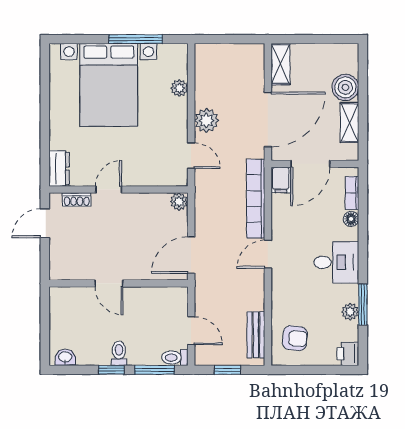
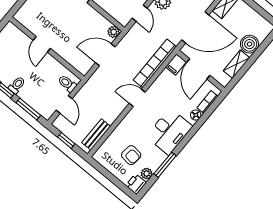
door: (310, 164) -> (198, 69), hinge flipped
door: (191, 255) -> (105, 55), moved
desk: (336, 262) -> (169, 131), width x1.37
plant: (350, 312) -> (147, 174), moved
armchair: (295, 338) -> (131, 155), moved
toilet: (175, 358) -> (67, 84), moved

